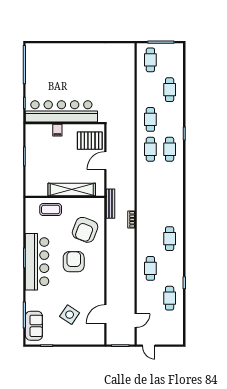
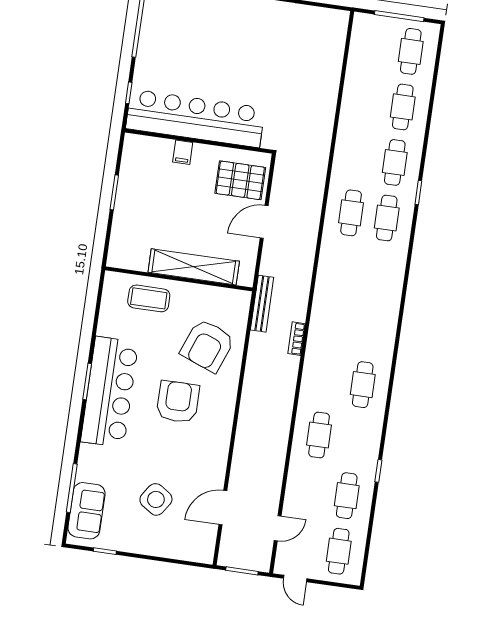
cafe table: (150, 60) -> (411, 51), moved
cafe table: (150, 119) -> (395, 162), moved
cafe table: (170, 328) -> (339, 551), added

